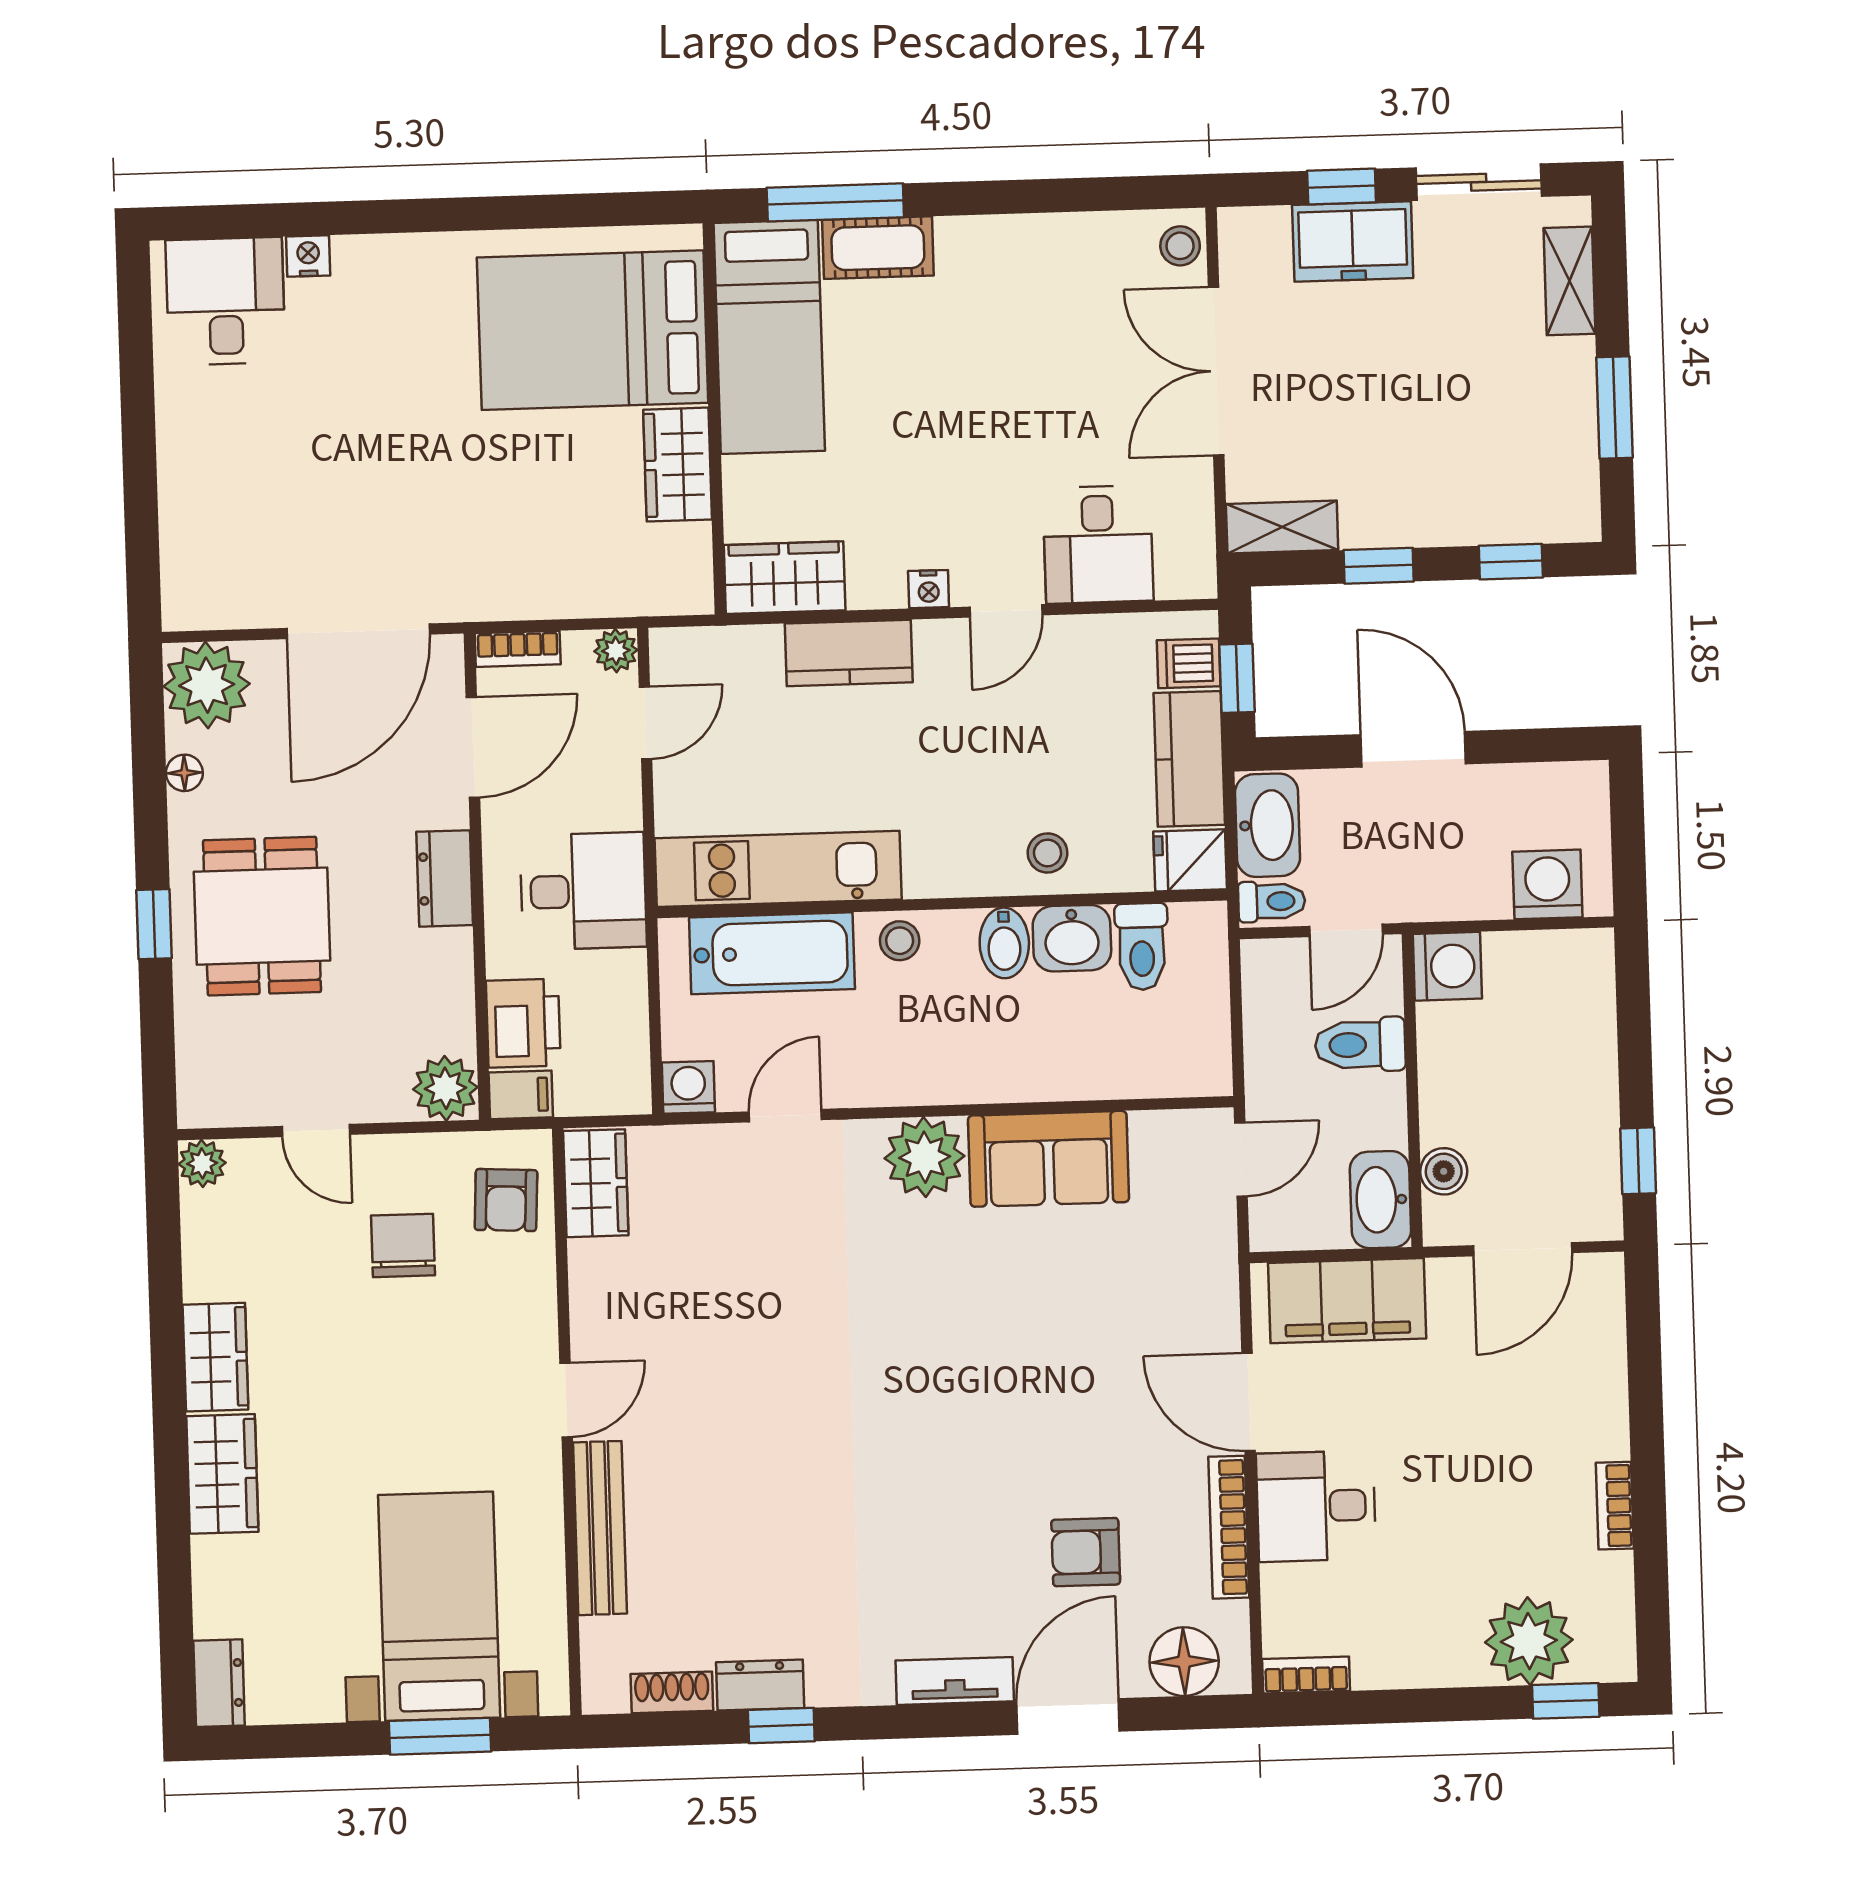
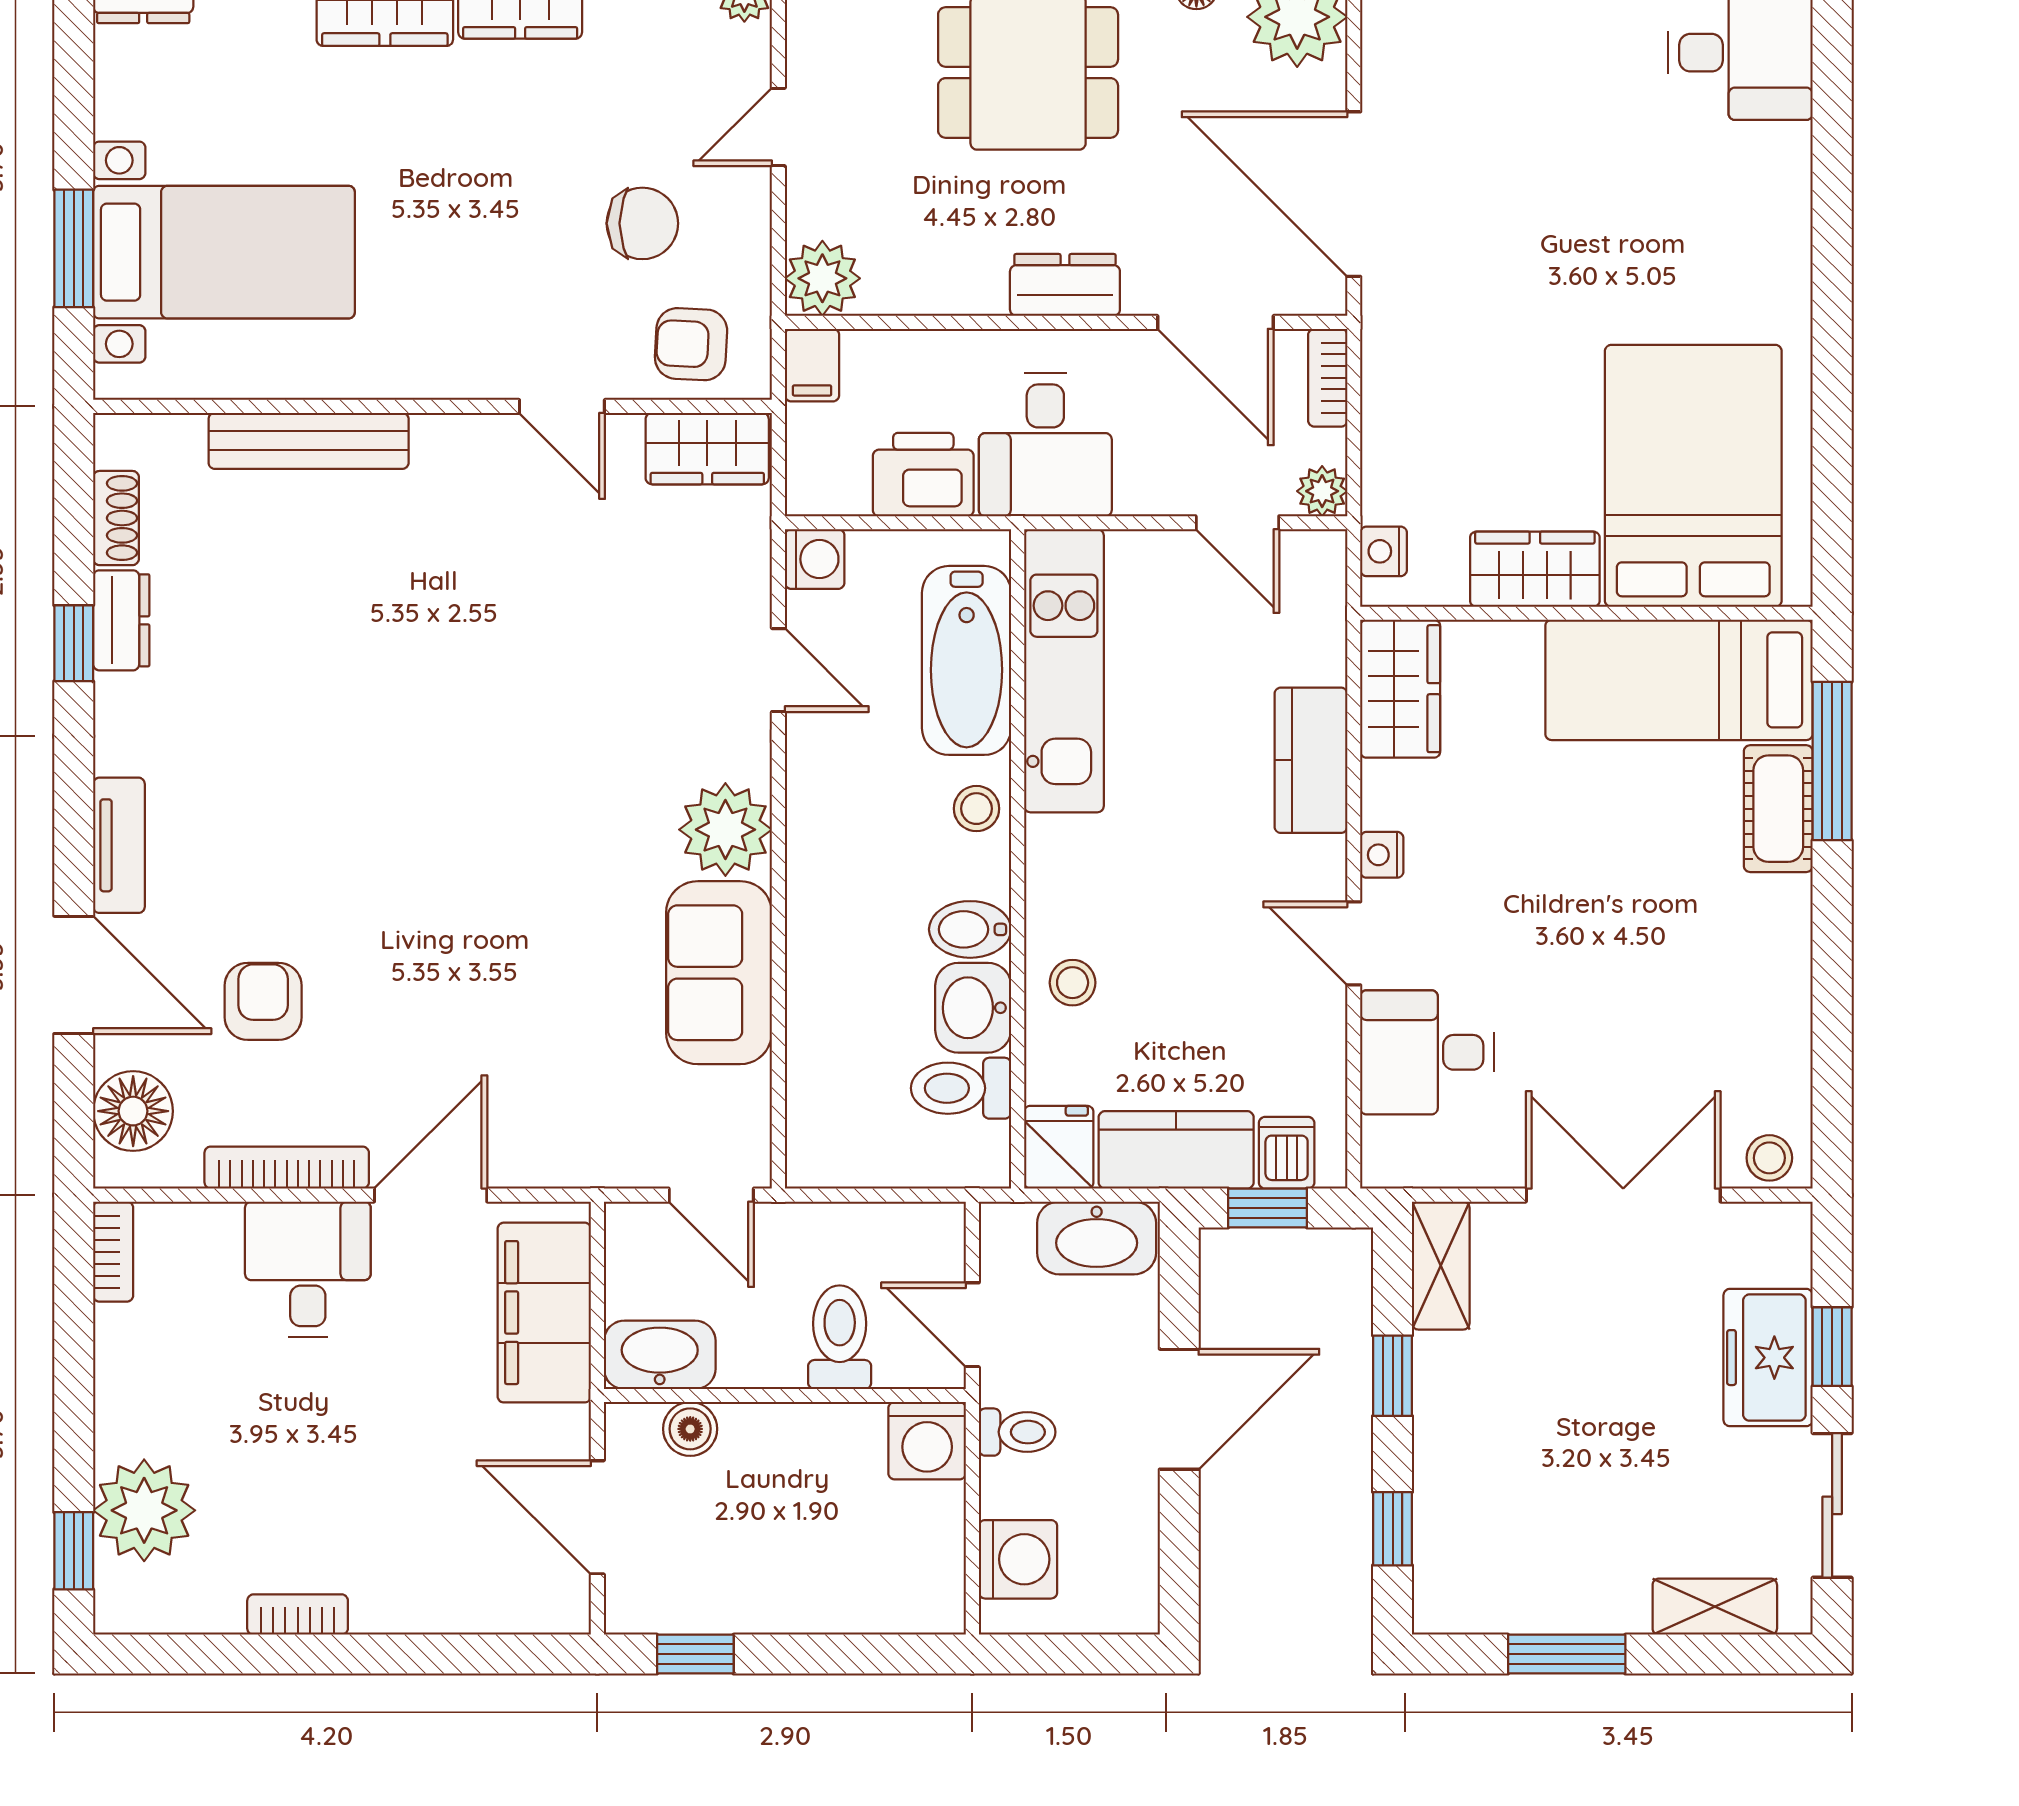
nightstand: (308, 256) -> (1384, 551), moved, turned 180
toilet: (1272, 901) -> (1017, 1432), moved, turned -90
printer: (523, 1023) -> (923, 475), moved, turned 180
door: (566, 1400) -> (562, 406), moved

